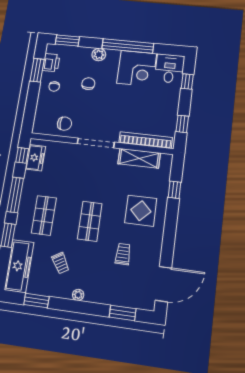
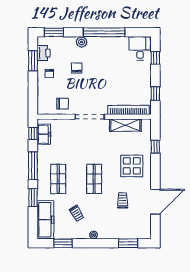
corner desk: (137, 68) -> (114, 51), removed
door: (163, 284) -> (155, 202), moved

